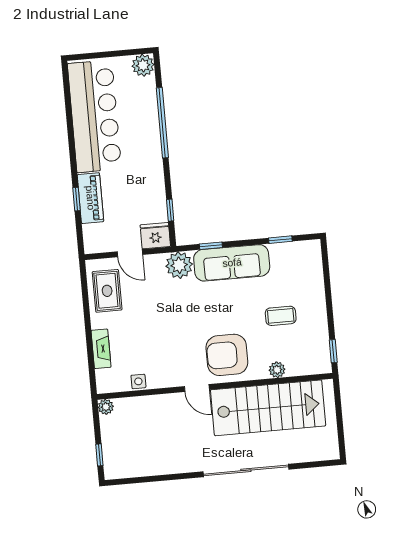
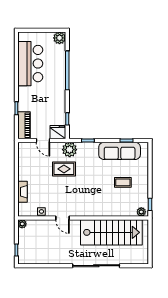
bar counter: (94, 116) -> (30, 64), width x0.73
piano: (90, 198) -> (24, 125), moved
sofa: (232, 263) -> (120, 151), moved
rug: (107, 291) -> (64, 169), moved, turned 90
armchair: (227, 355) -> (91, 201), removed
plant: (277, 370) -> (141, 212), moved
door: (197, 388) -> (62, 218), moved

